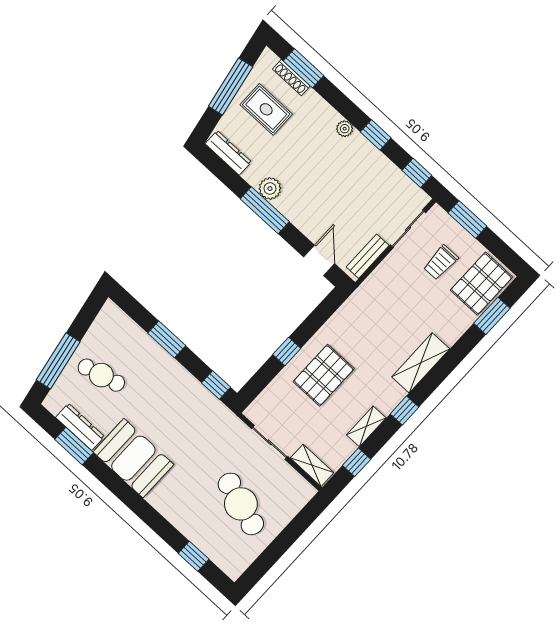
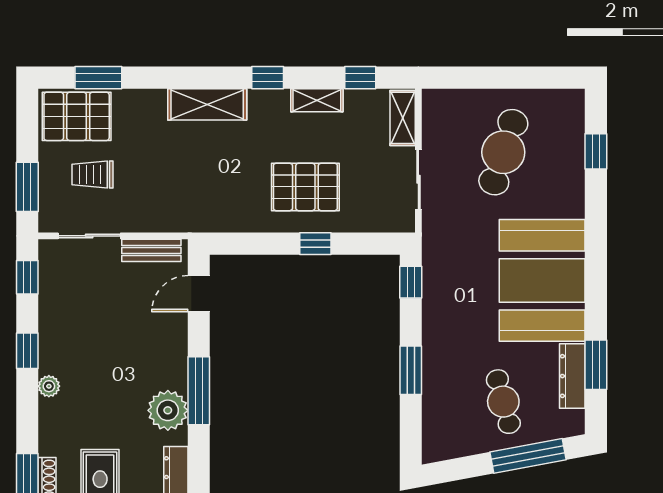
plant: (270, 189) -> (168, 410), width x1.36, depth x1.36
trolley: (441, 262) -> (92, 174), turned 180
booth: (133, 458) -> (542, 280), width x1.36, depth x1.42

